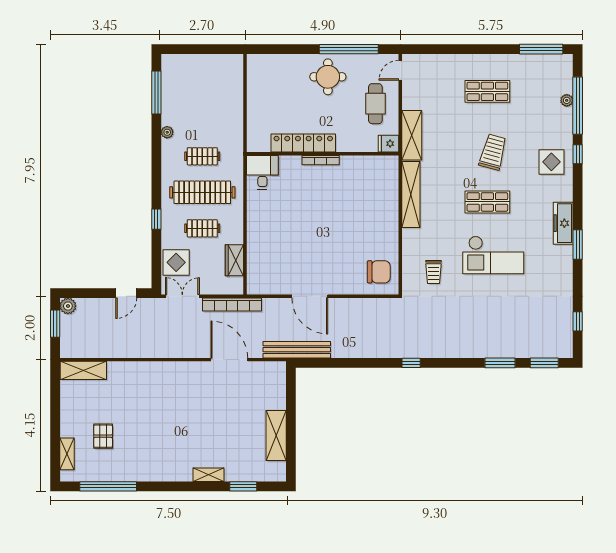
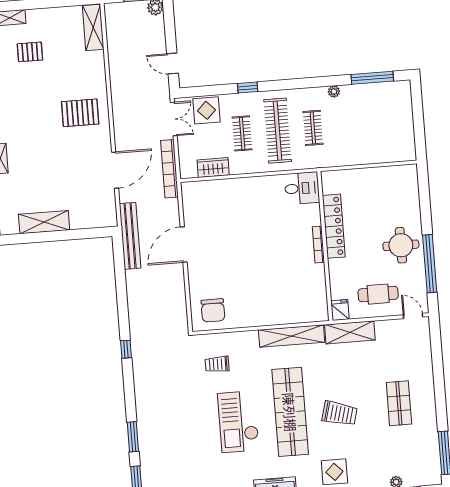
shop shelf: (487, 202) -> (290, 412), width x2.00, depth x1.36
pallet: (169, 390) -> (80, 113), added

